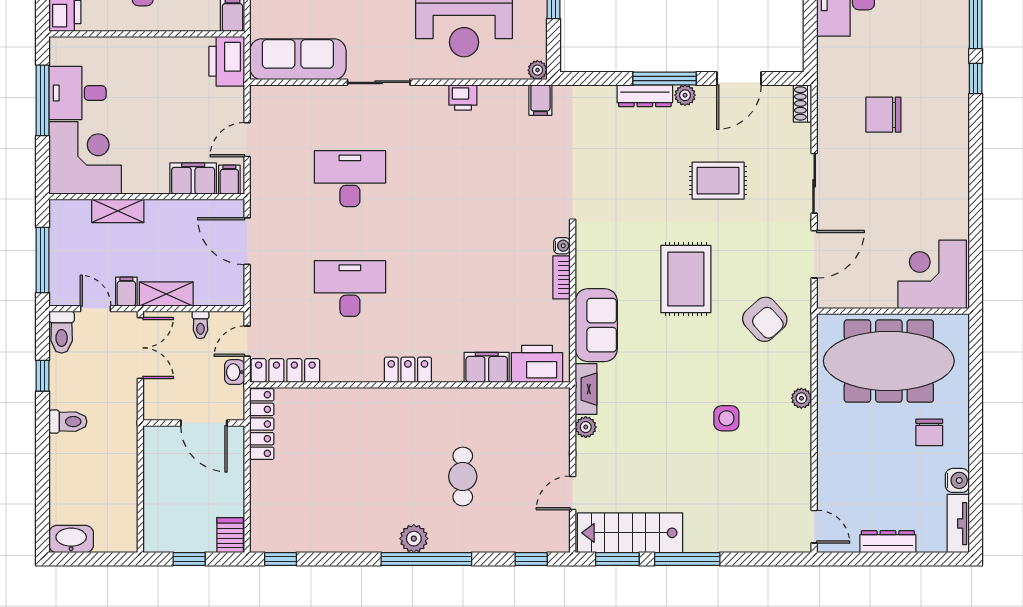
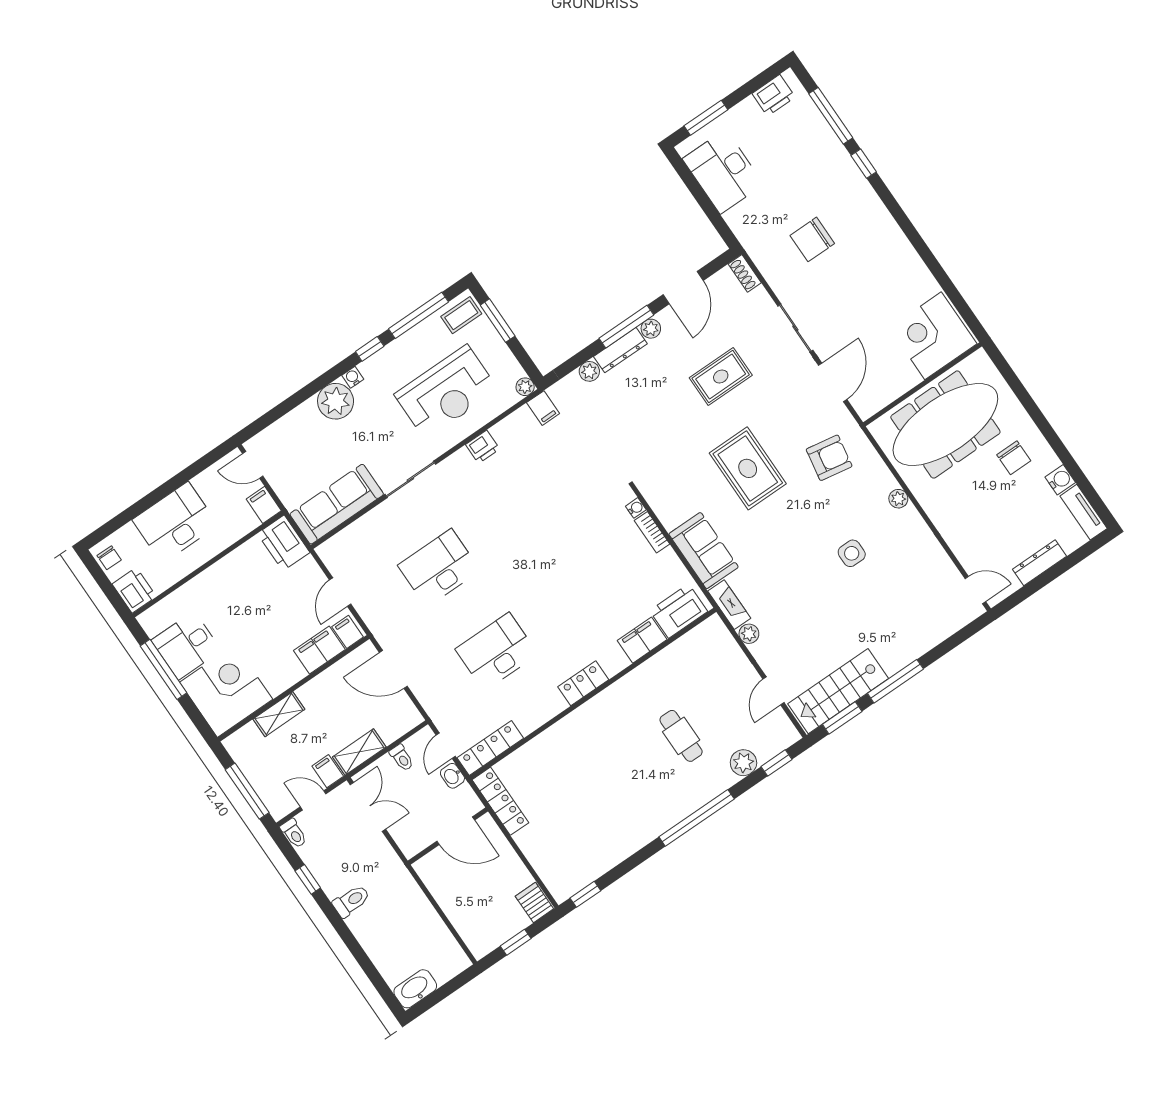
plant: (604, 96) -> (589, 371), added
armchair: (765, 319) -> (829, 458), turned -38
toilet: (62, 332) -> (294, 833), width x0.73, depth x0.72
plant: (414, 539) -> (743, 763), moved

